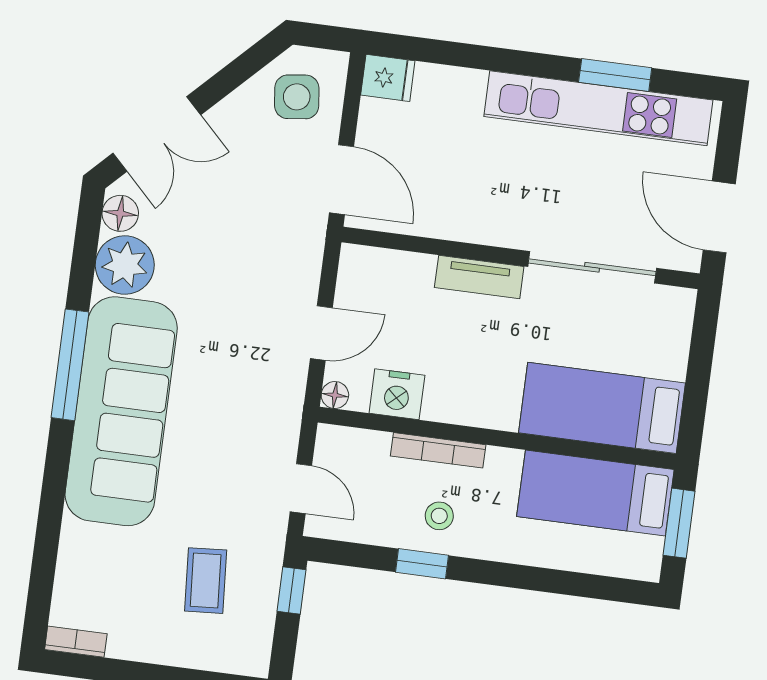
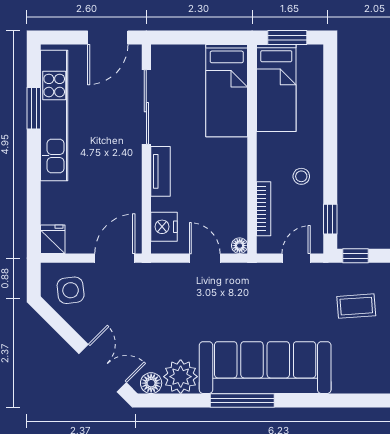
nightstand: (397, 394) -> (164, 227), moved, turned 180
bookcase: (438, 450) -> (264, 209), moved
window: (422, 564) -> (330, 219), moved

